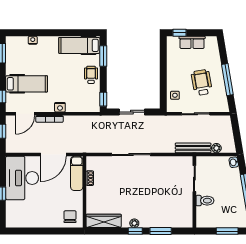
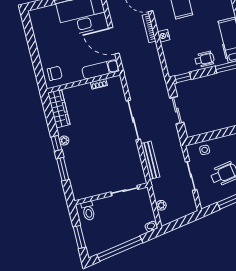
bench: (193, 148) -> (150, 160), moved
toilet: (205, 201) -> (88, 211), moved

